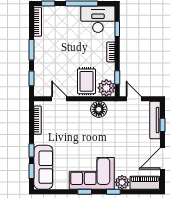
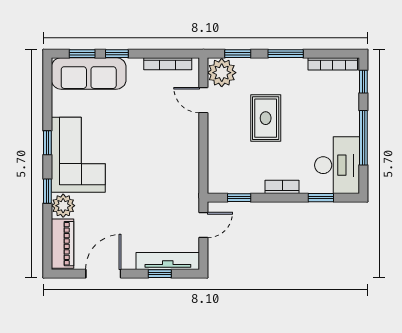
rug: (87, 81) -> (266, 118), moved, turned 90
plant: (106, 88) -> (222, 73), moved
door: (59, 99) -> (203, 100), swing flipped
floor lamp: (99, 109) -> (186, 167), removed
door: (163, 158) -> (103, 274), hinge flipped

